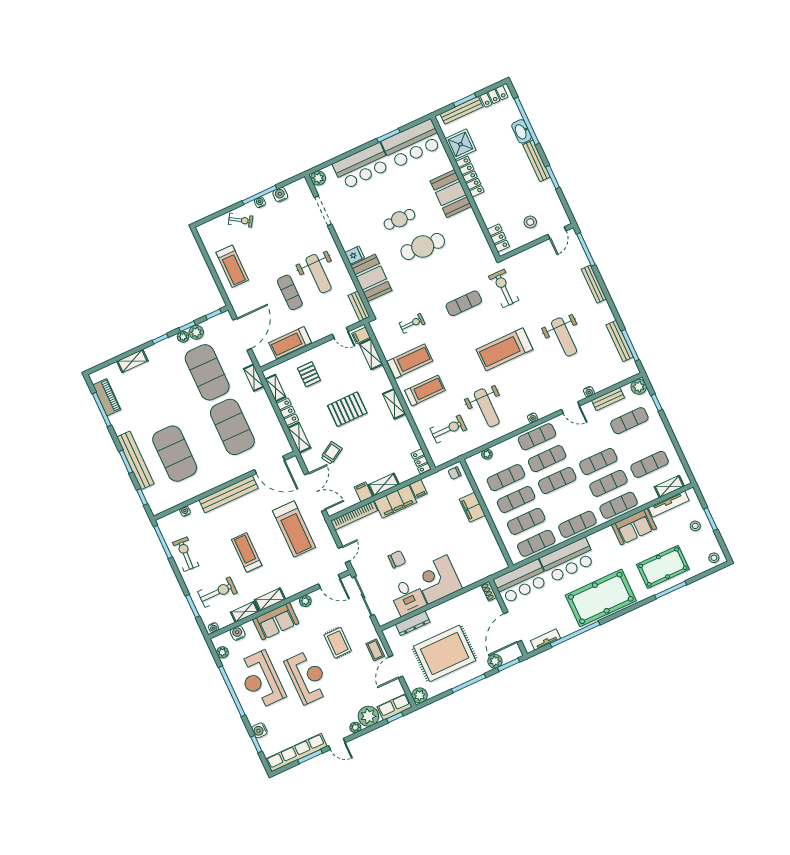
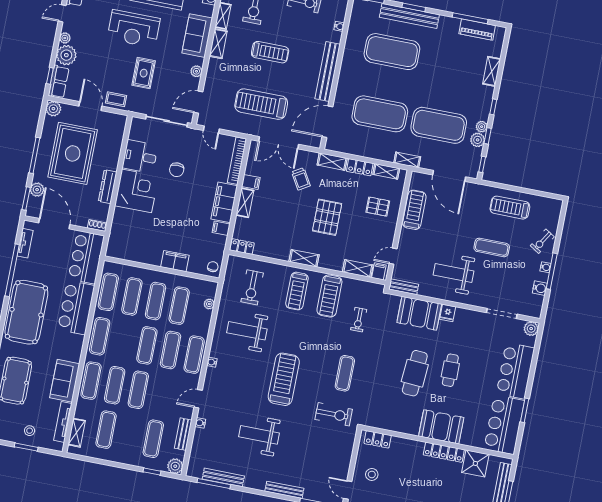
exercise mat: (290, 292) -> (492, 247), moved
dresser: (413, 623) -> (108, 187), moved
rug: (338, 643) -> (144, 73), turned 90

